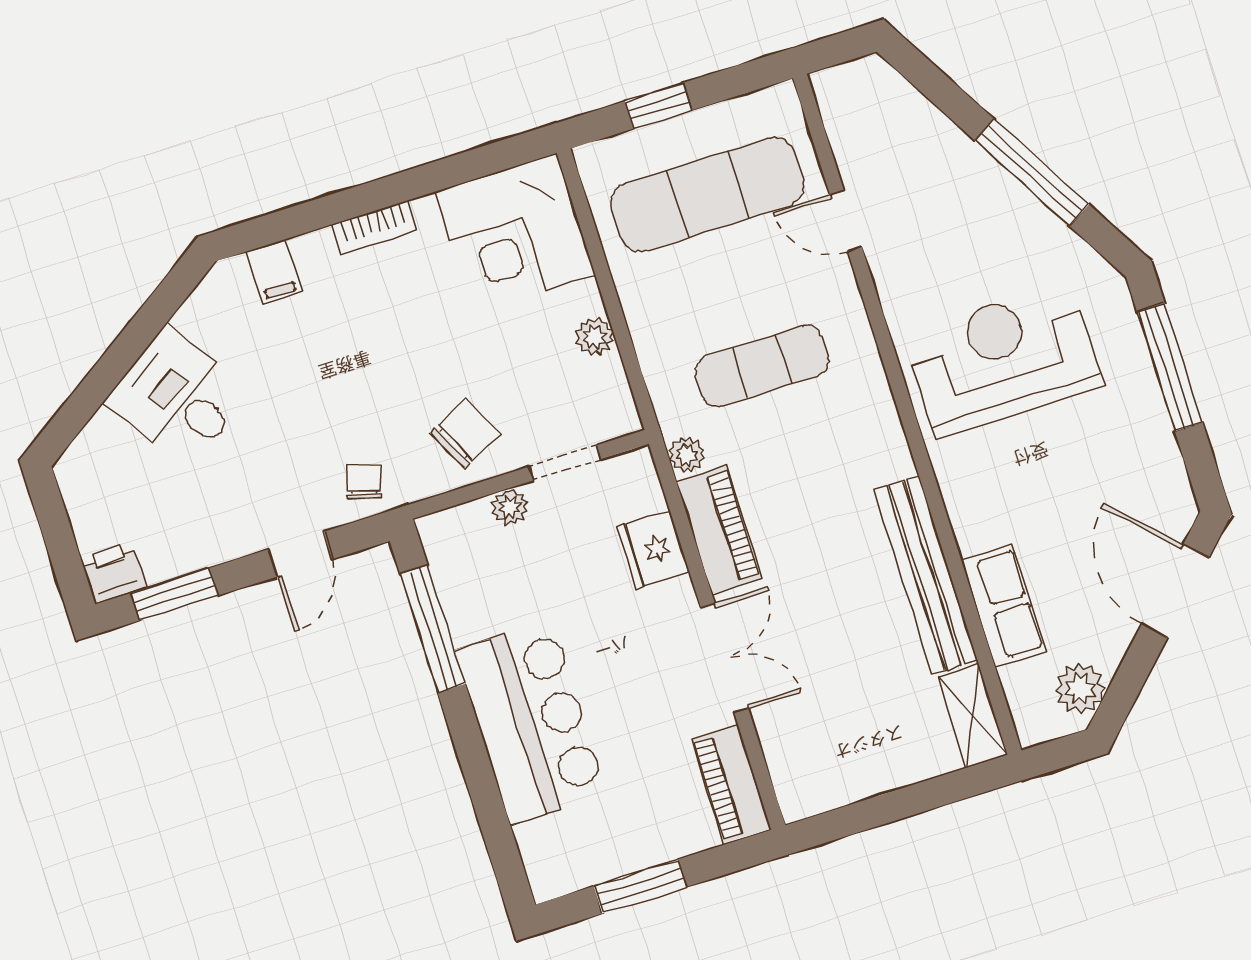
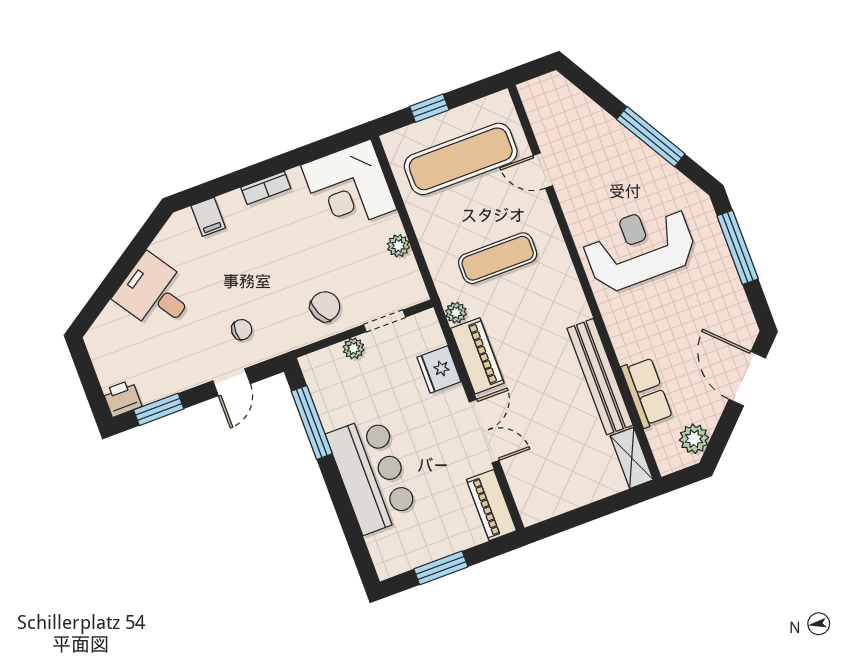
chair: (364, 482) -> (242, 330), moved, turned 74

